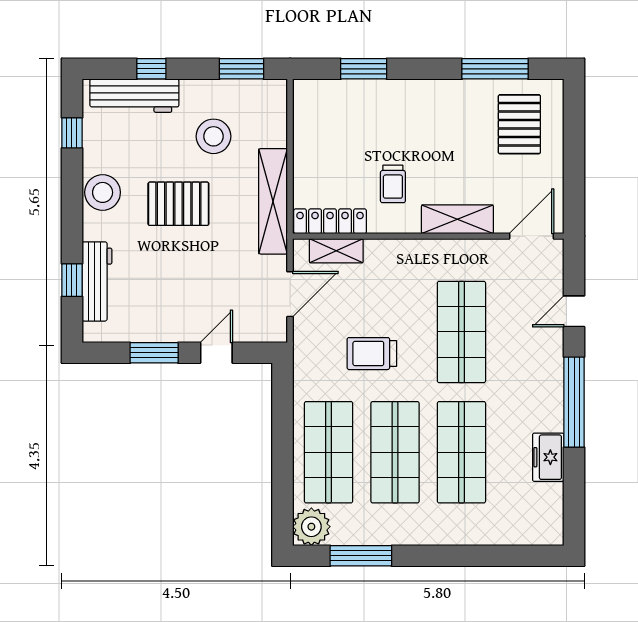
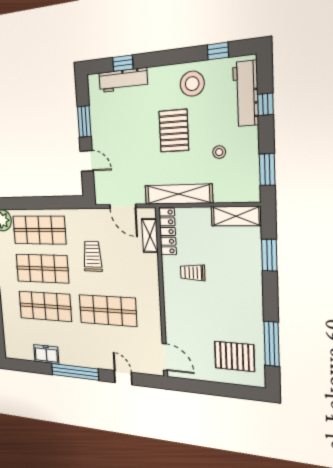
stool: (214, 136) -> (219, 152), width x0.53, depth x0.53
stool: (103, 192) -> (192, 84), moved
shelving: (457, 219) -> (236, 216), moved, turned 90

